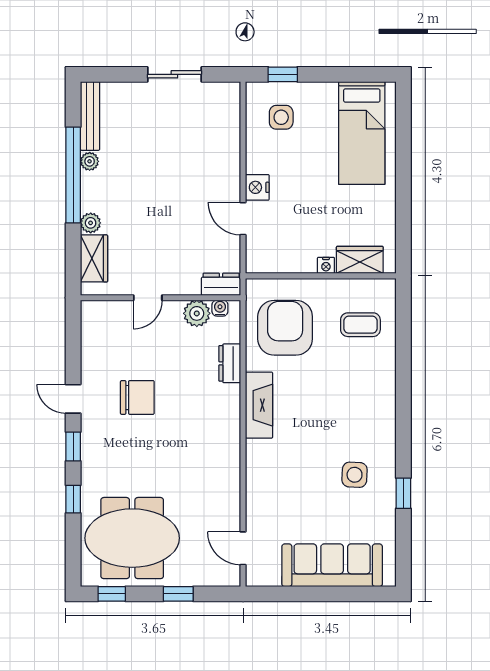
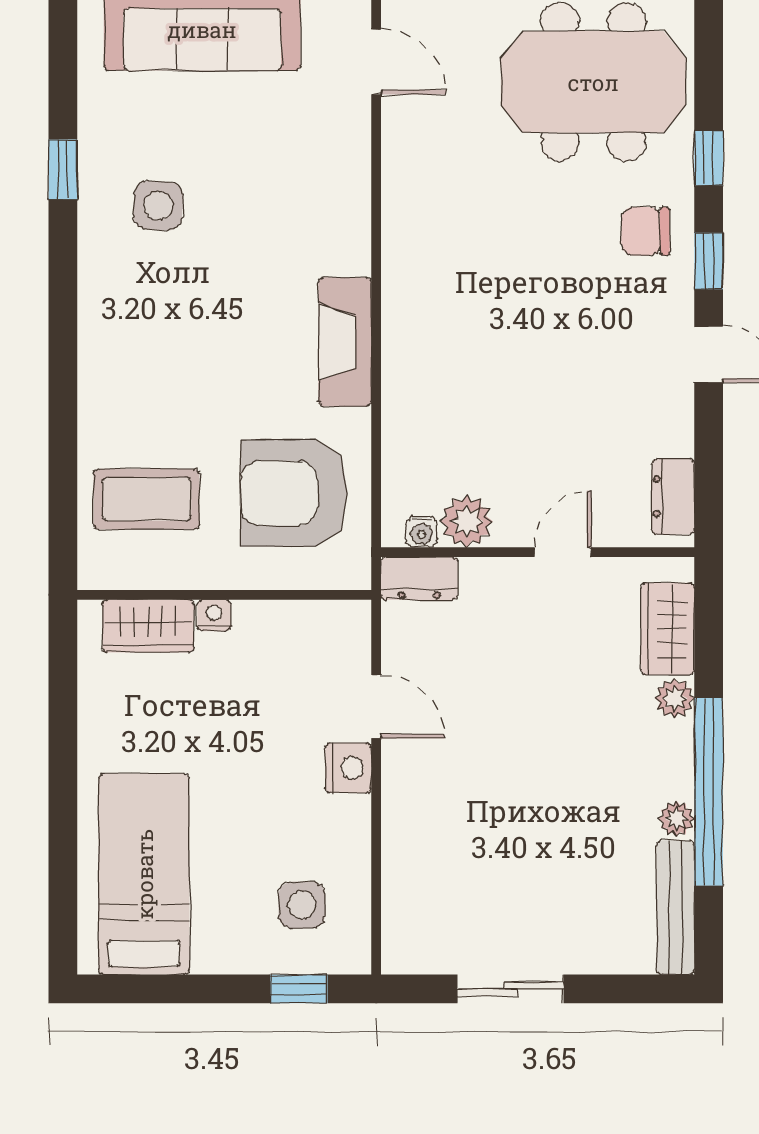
coffee table: (360, 325) -> (147, 499), width x1.36, depth x1.30
armchair: (285, 328) -> (294, 493), turned 90
dresser: (230, 363) -> (673, 496), moved, turned 180
chair: (137, 397) -> (646, 231), moved, width x0.73, depth x0.73

